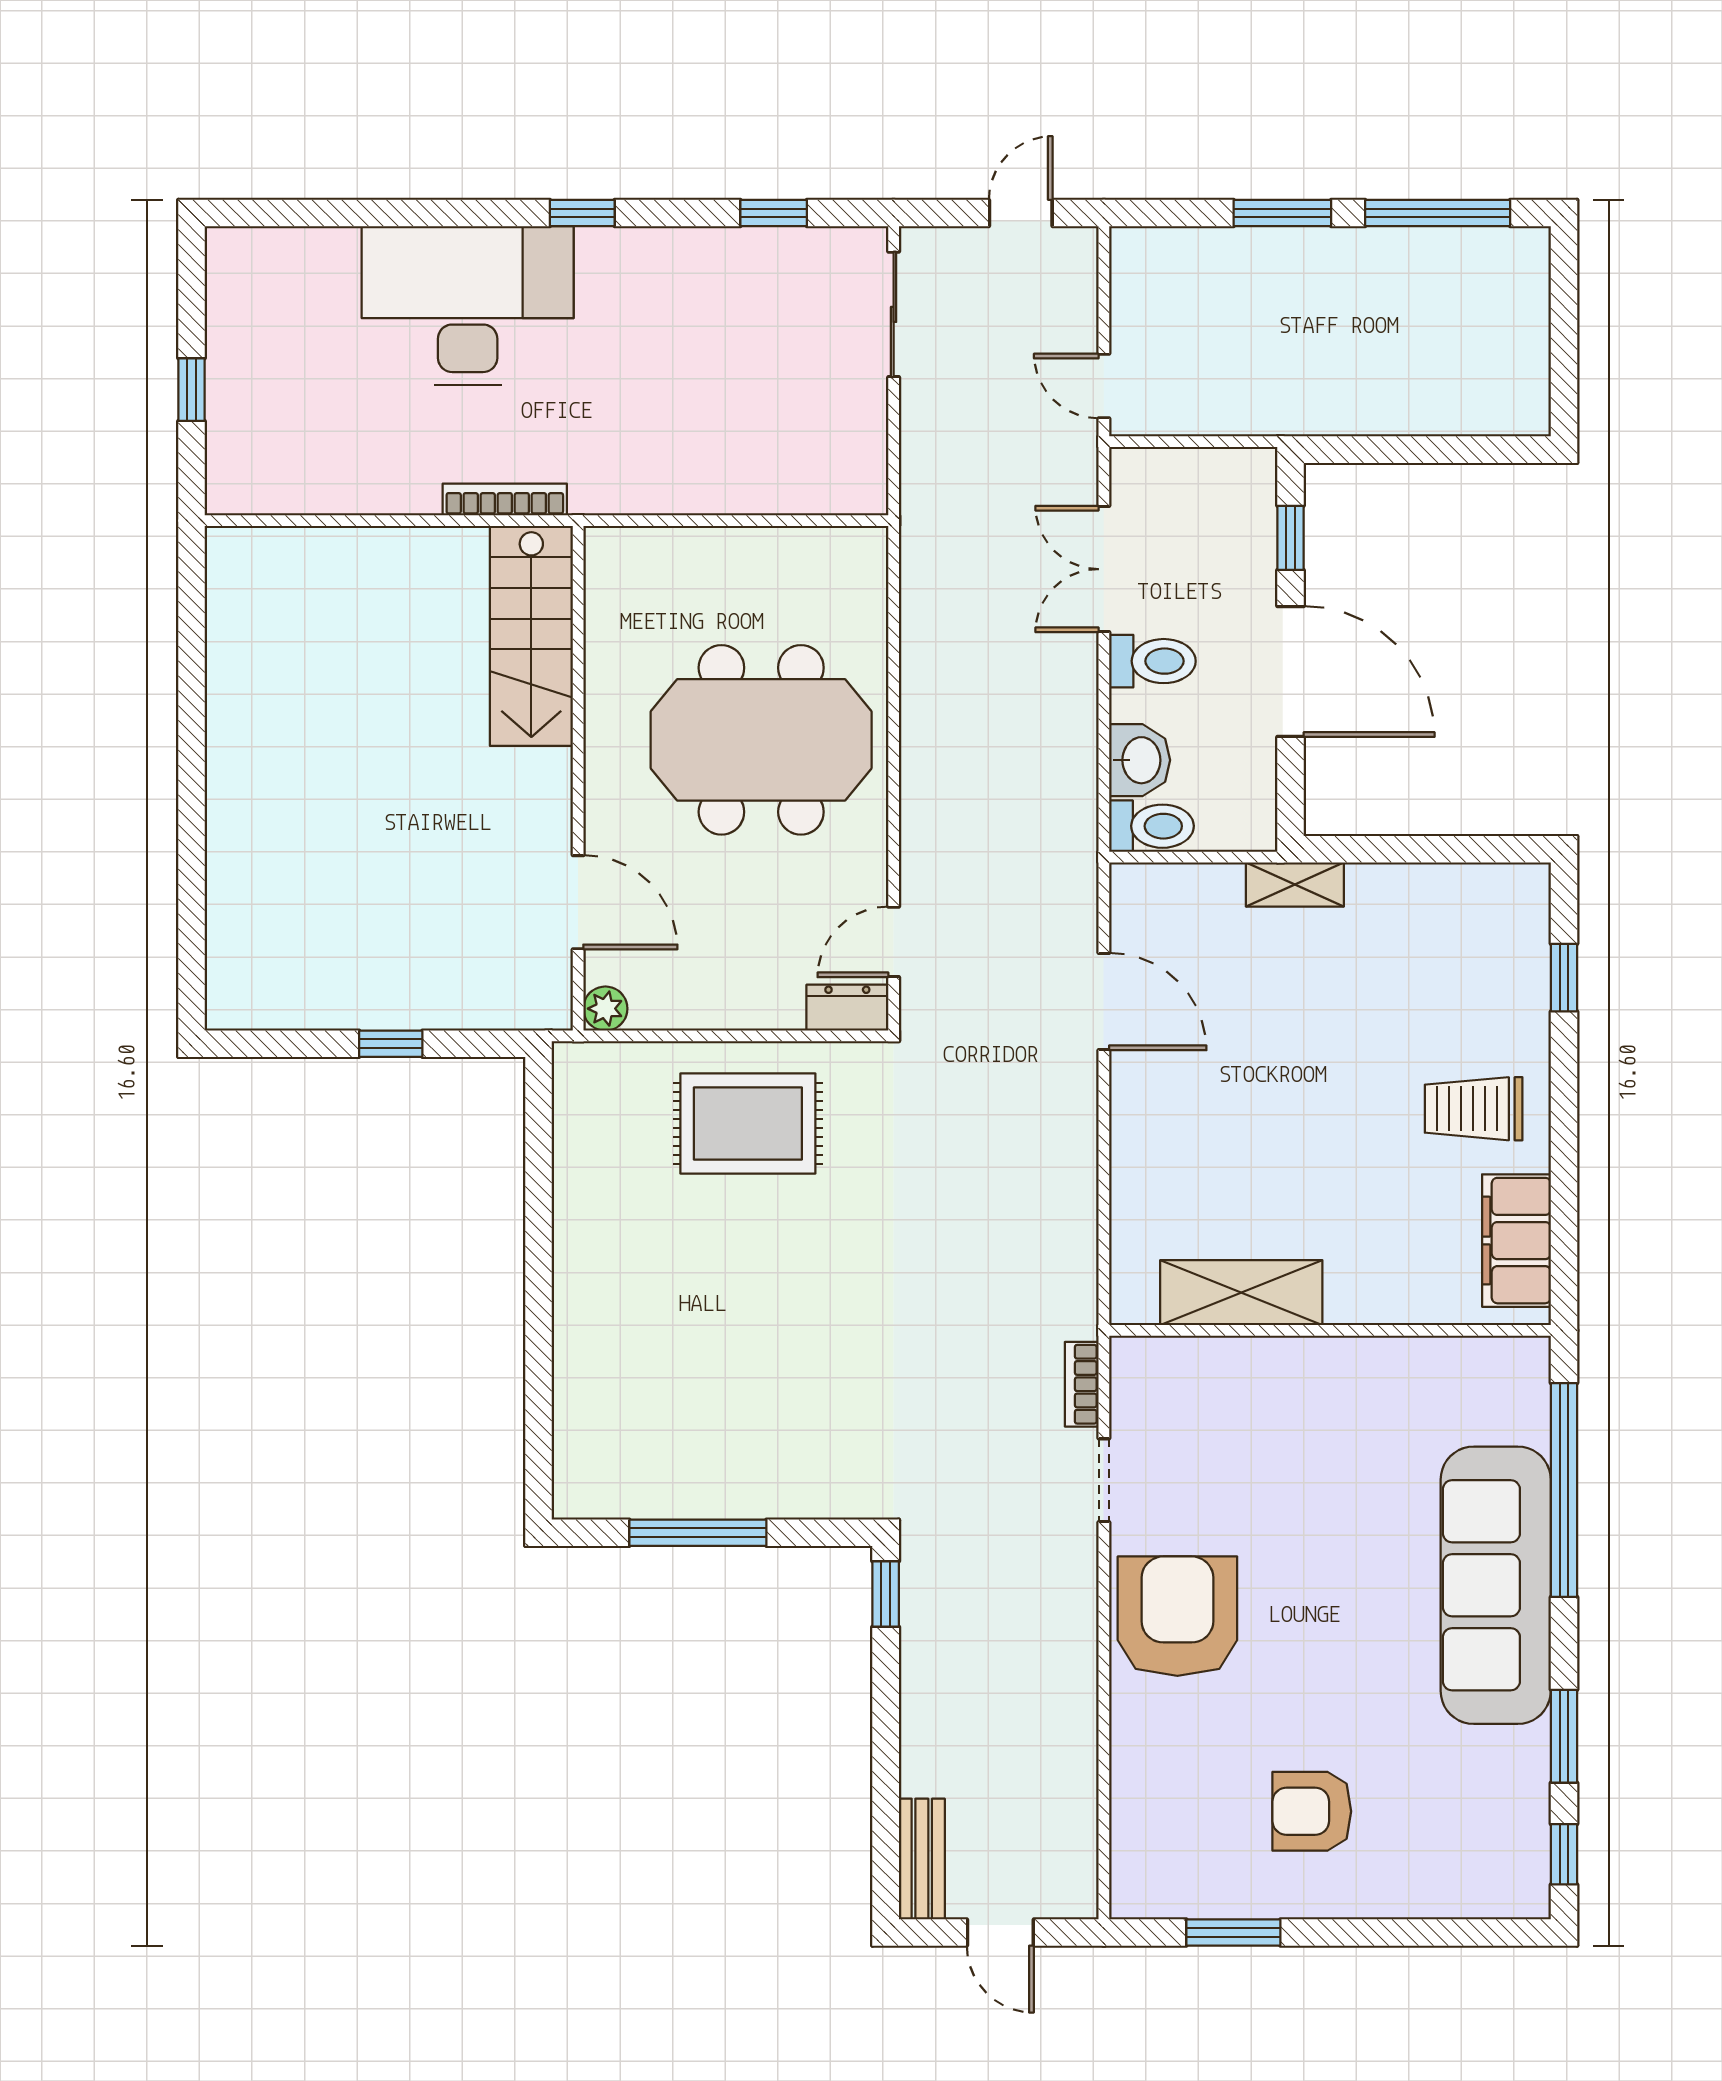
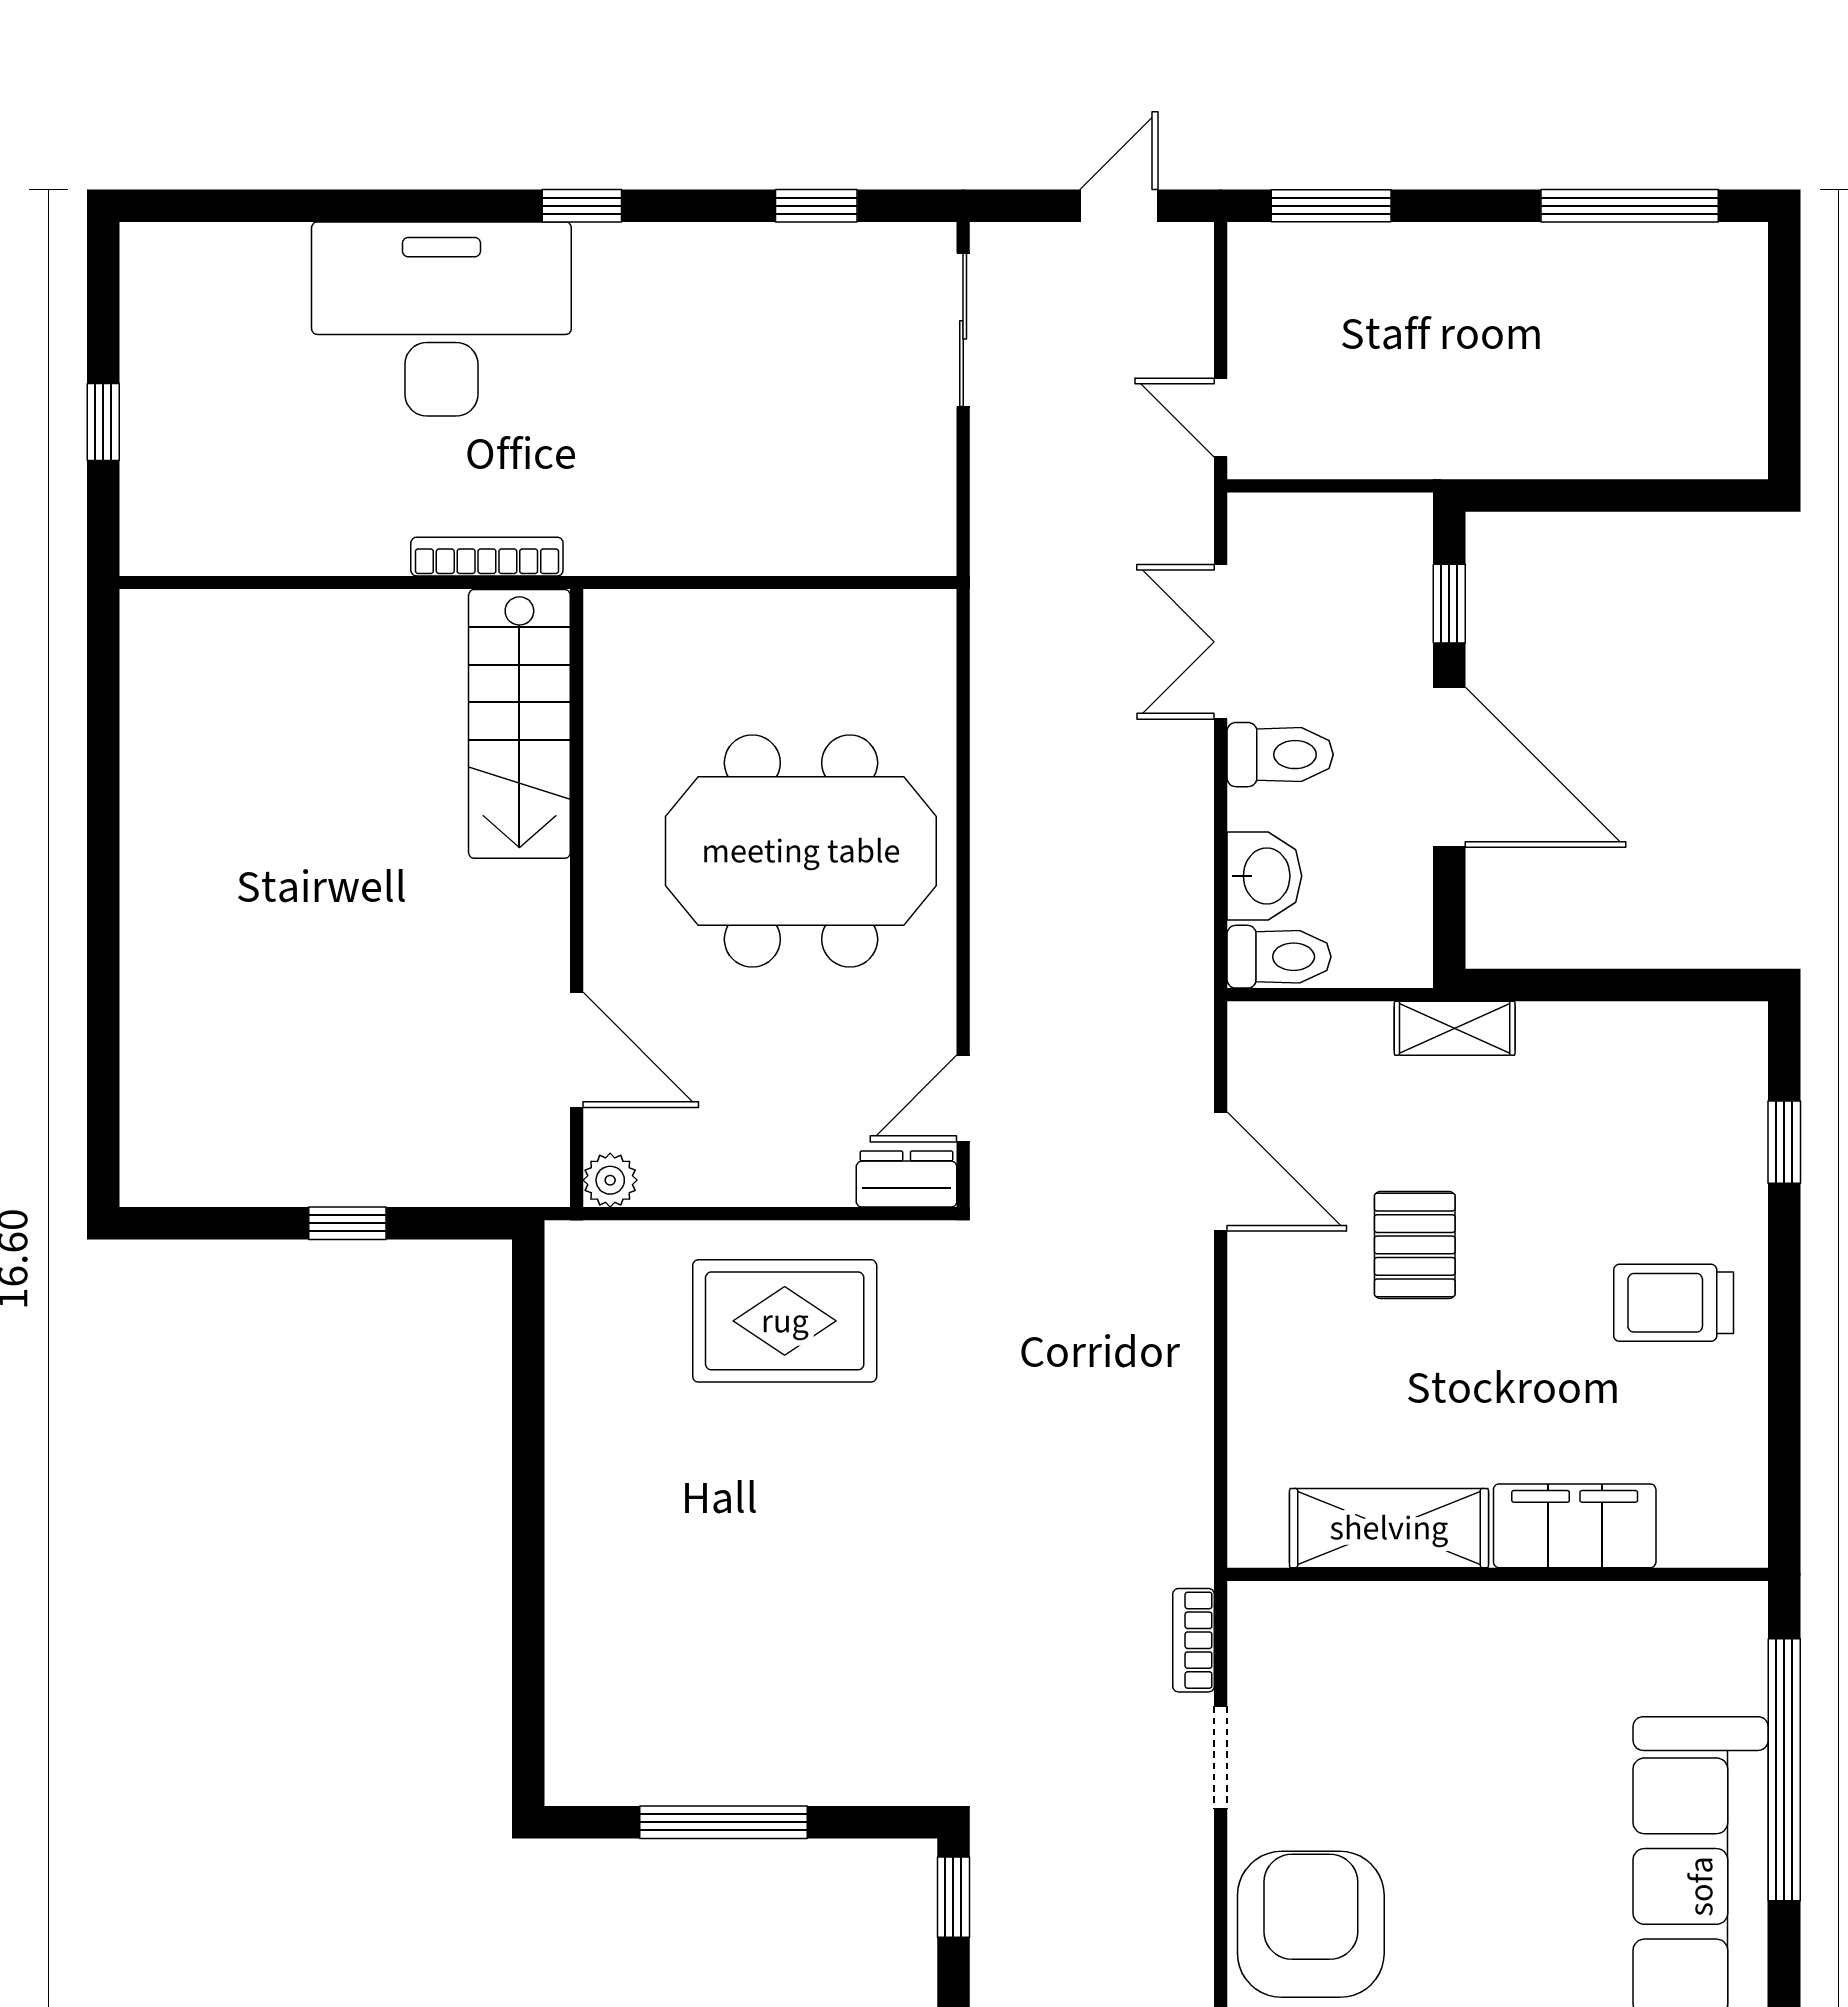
window: (1282, 213) -> (1331, 206), moved
pallet: (1262, 1062) -> (1415, 1245), added
filing cabinet: (1516, 1241) -> (1575, 1526), moved, turned 90

